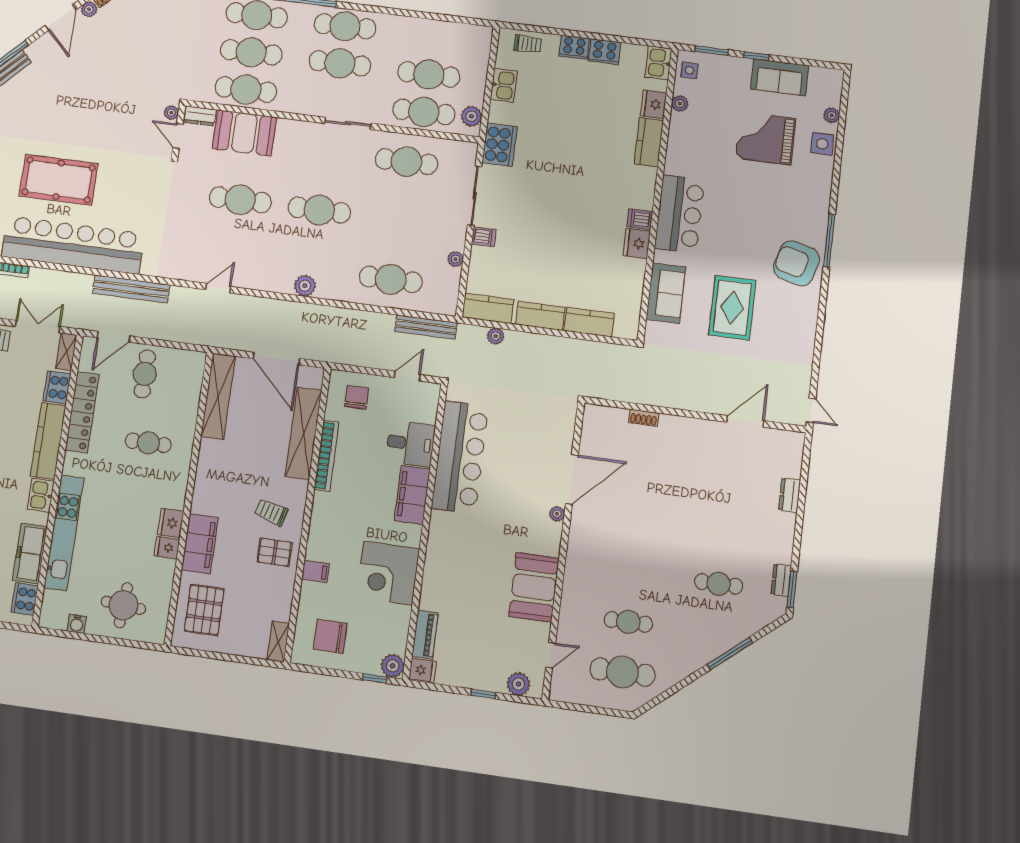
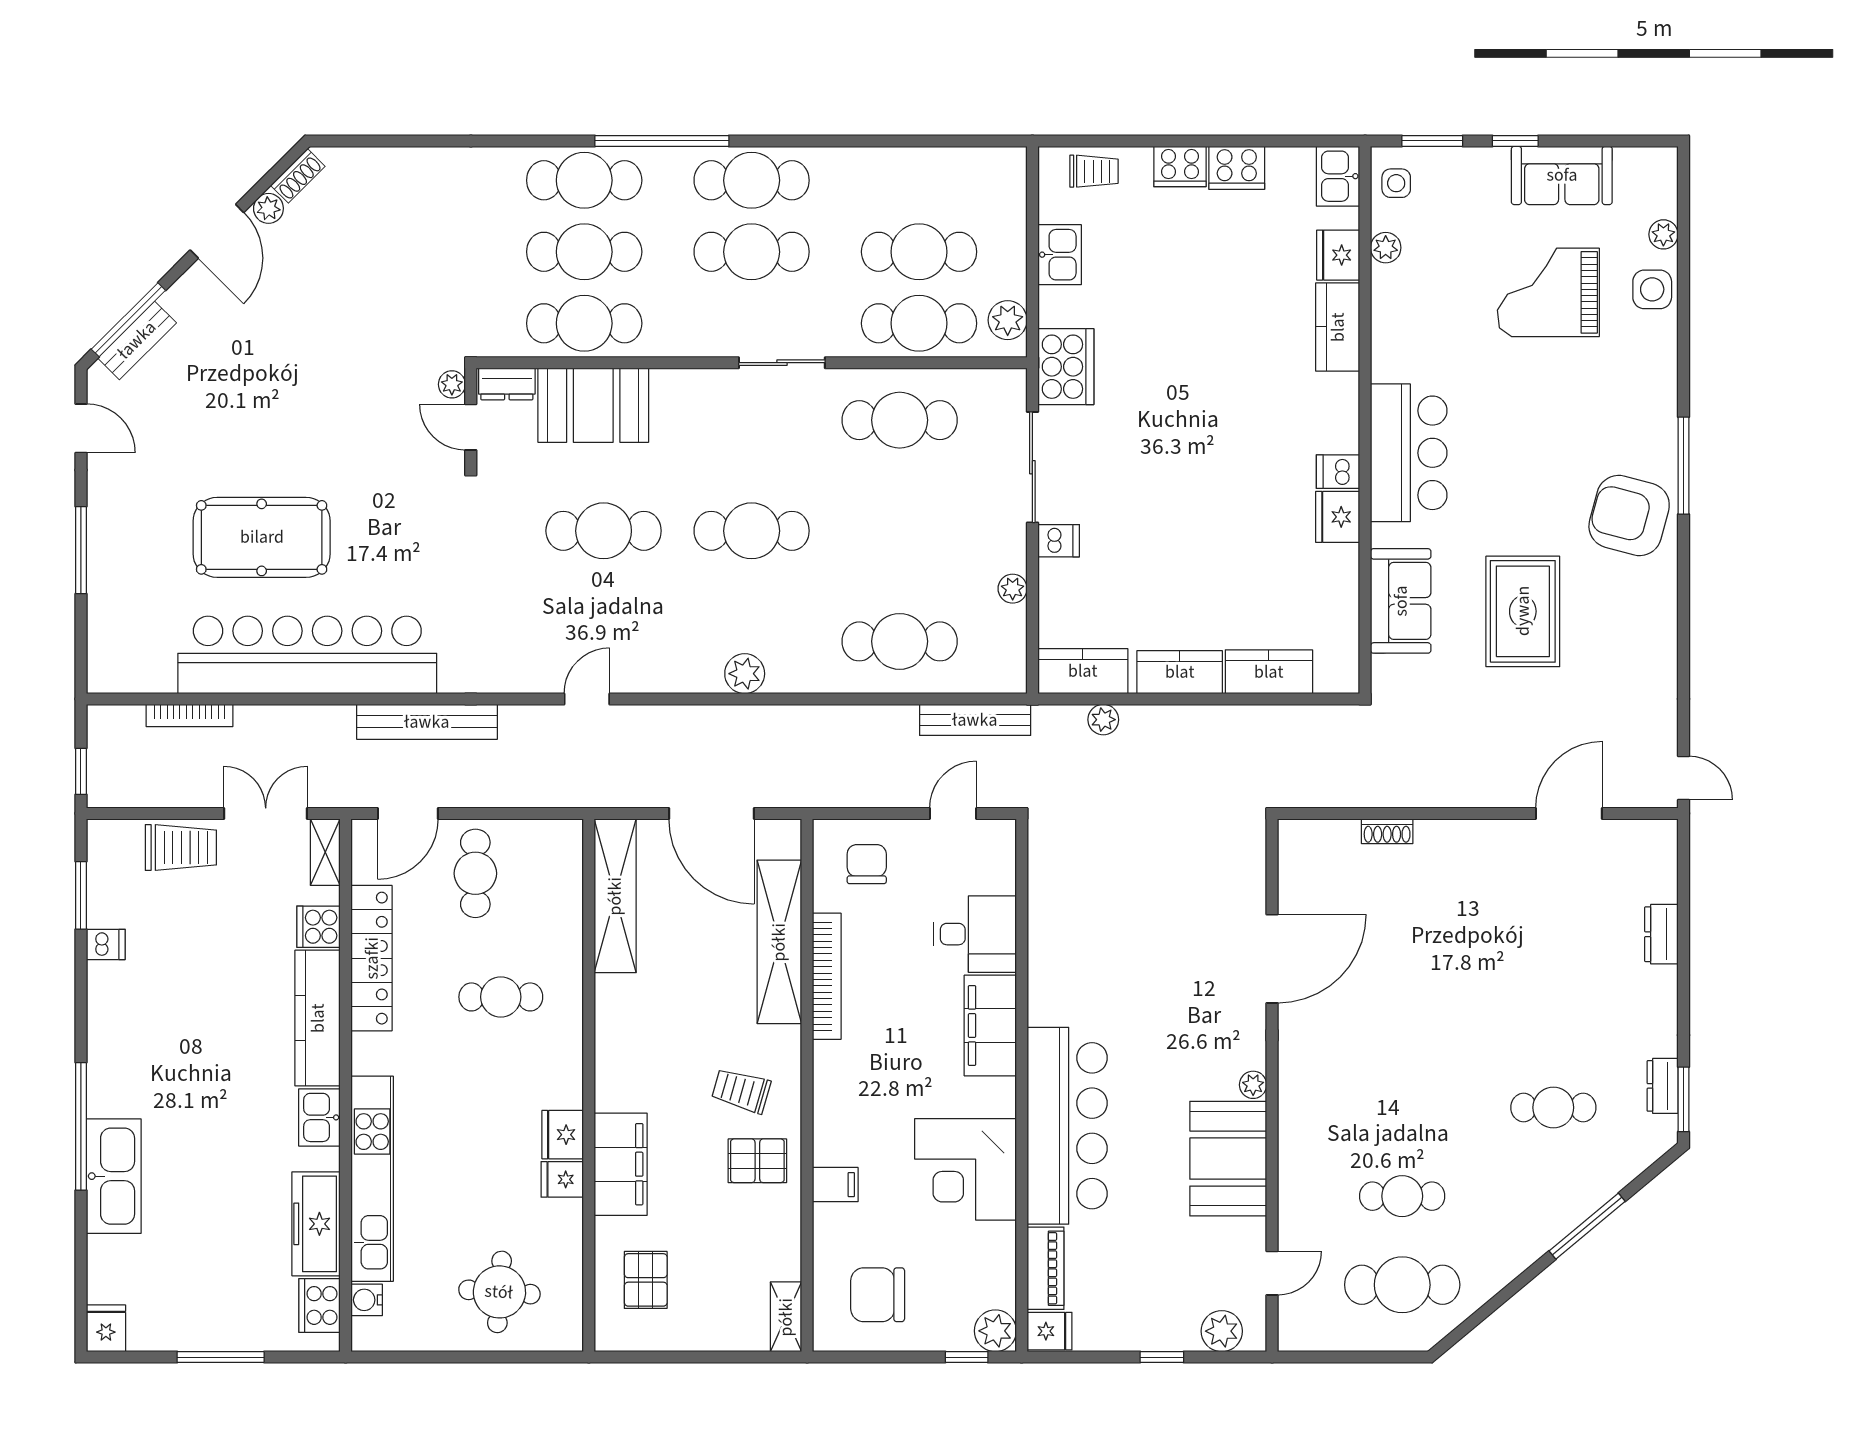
cooker: (57, 387) -> (319, 927), width x0.73
bar counter: (460, 457) -> (1067, 1126), moved
plant: (557, 514) -> (1253, 1085), moved
pallet: (204, 610) -> (646, 1280), width x0.67, depth x0.71
water cooler: (77, 624) -> (367, 1300), moved, turned 90

